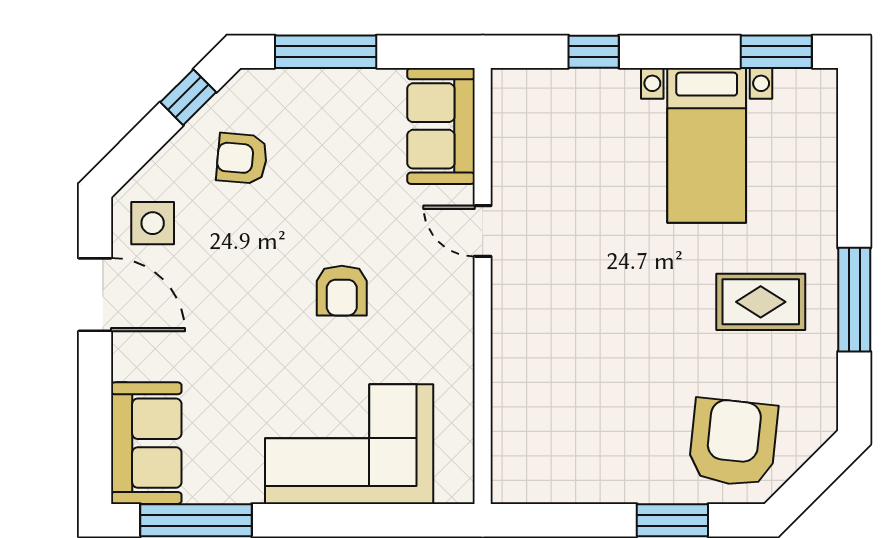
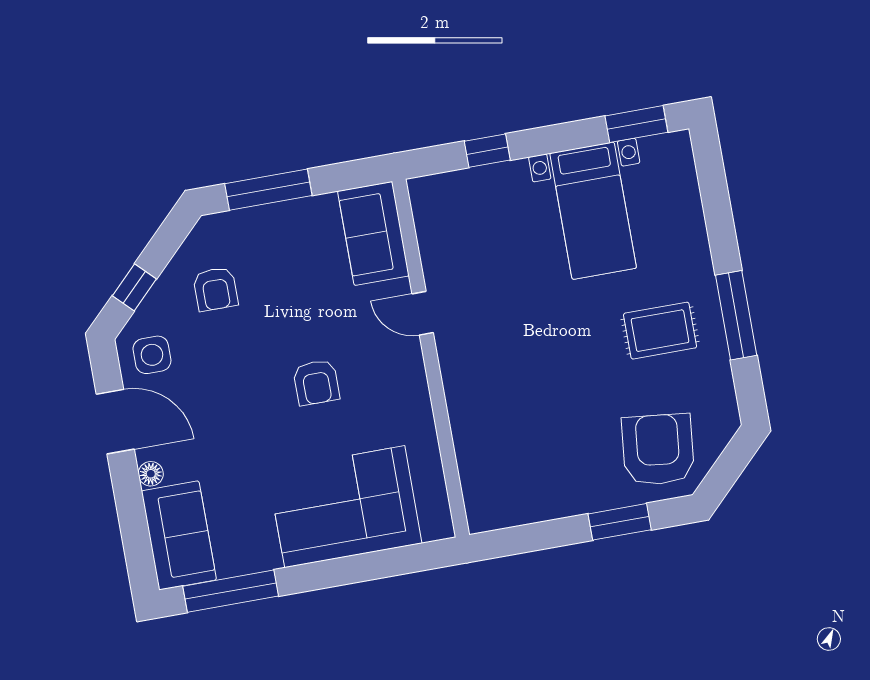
window: (188, 97) -> (134, 287), moved
armchair: (242, 158) -> (215, 289), turned -95
floor lamp: (126, 364) -> (151, 474), added

